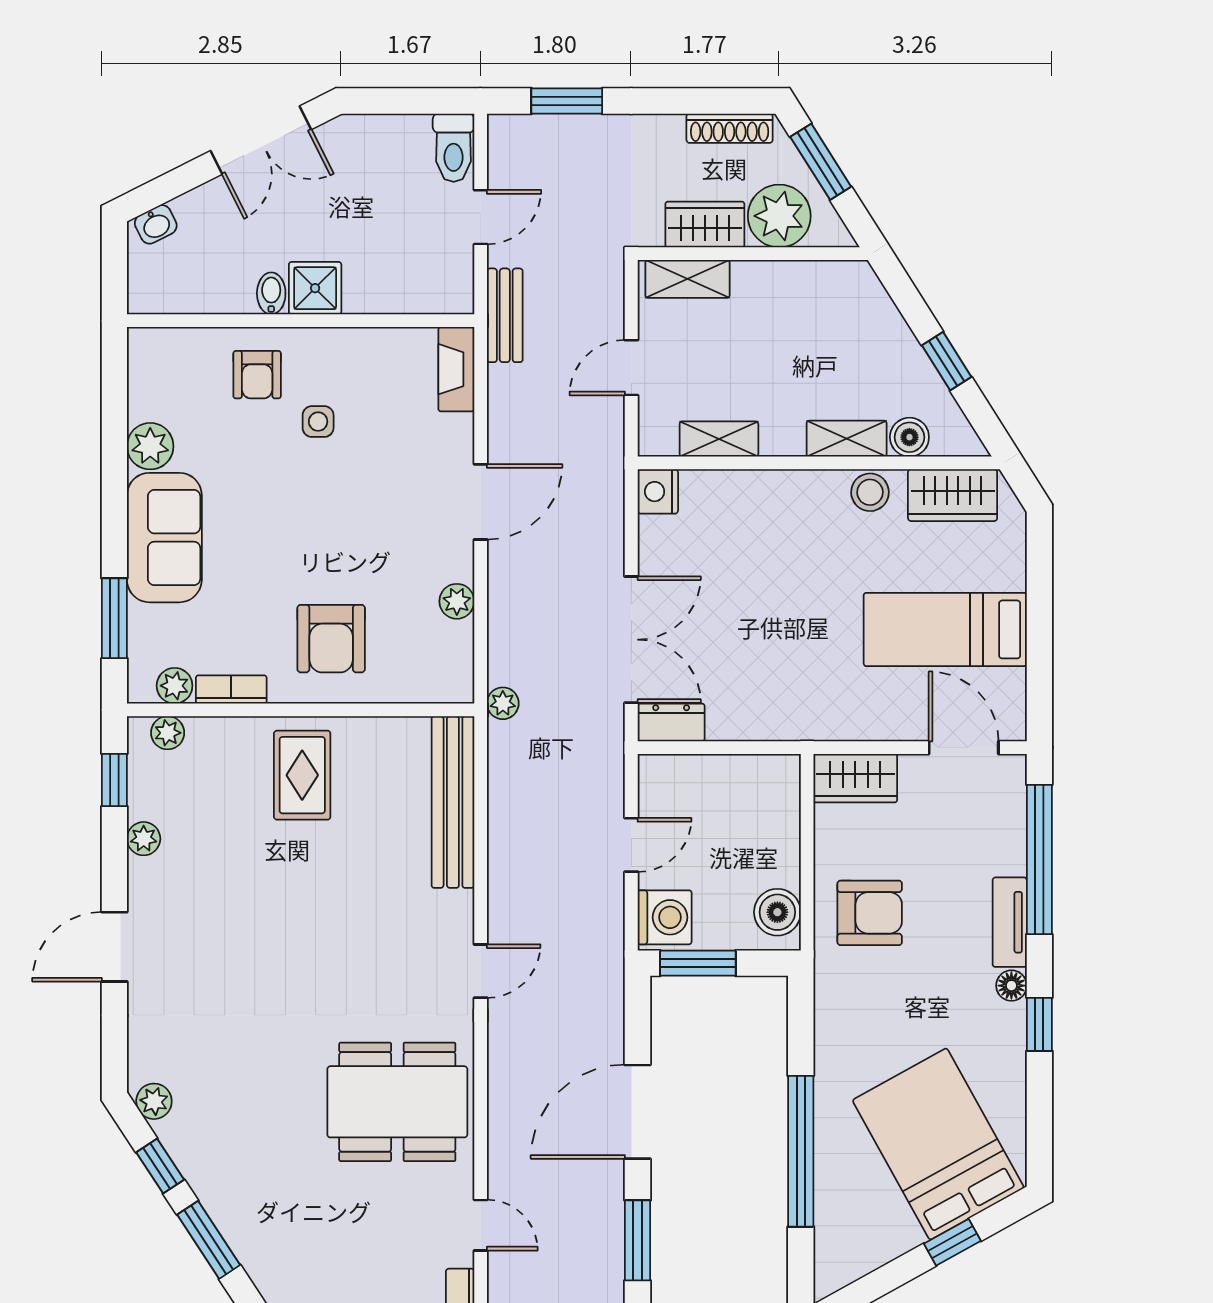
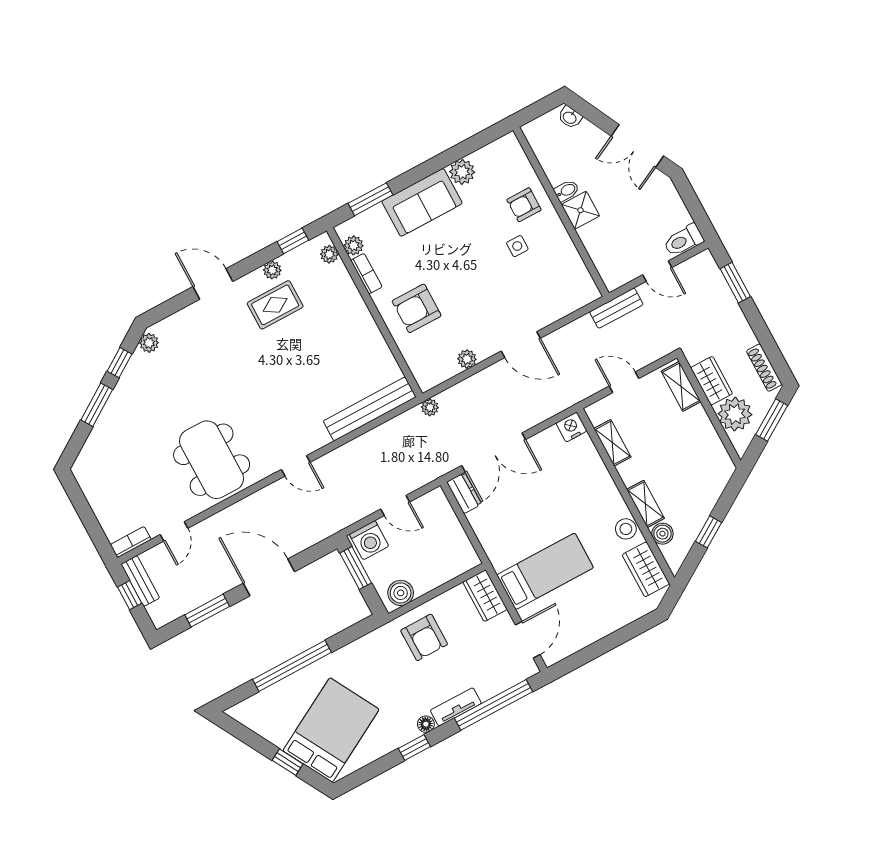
fireplace: (456, 369) -> (578, 299), removed
bed: (945, 629) -> (545, 571), moved, turned 90
rug: (302, 775) -> (275, 305), moved

